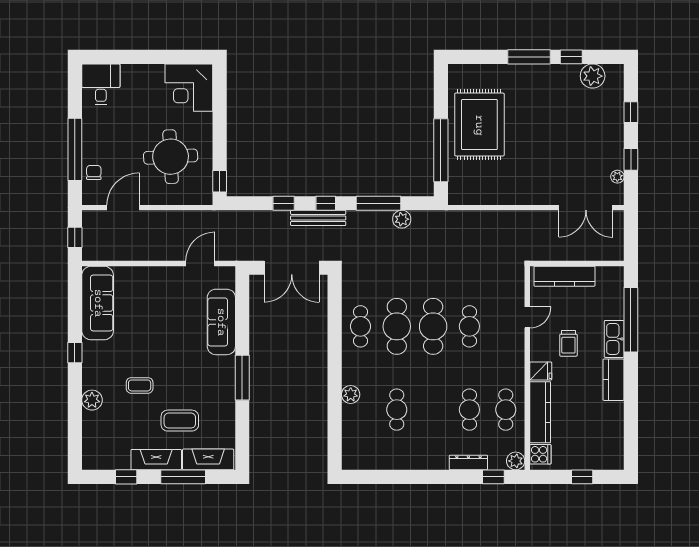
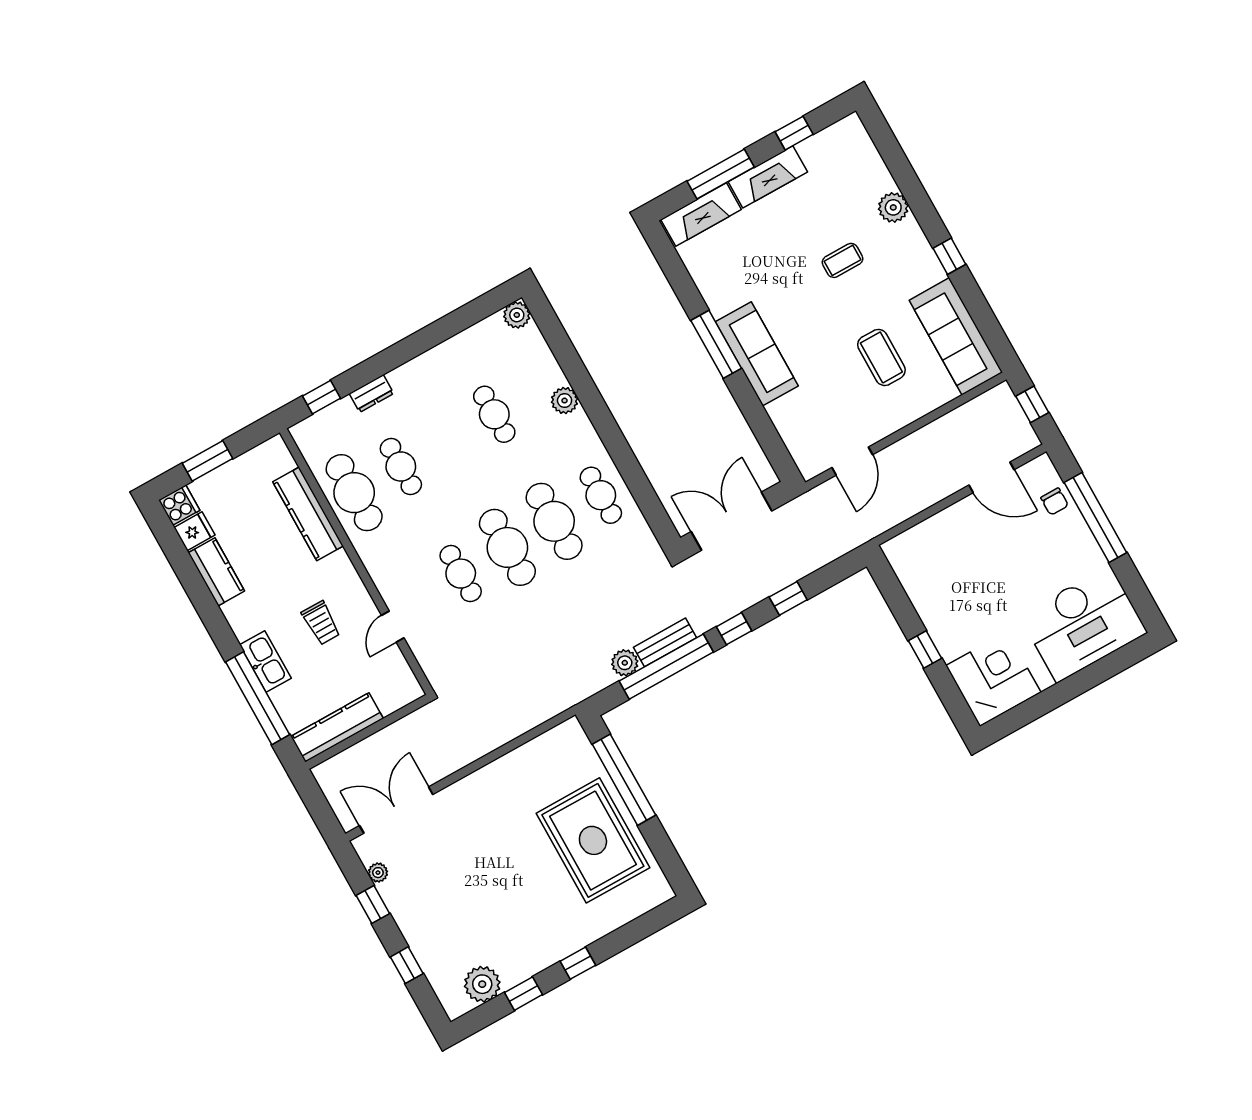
window: (529, 57) -> (578, 963), width x0.46
desk: (101, 84) -> (1083, 624), width x1.87, depth x1.30
round table: (171, 157) -> (967, 577), removed
window: (220, 181) -> (925, 650), moved
window: (378, 203) -> (666, 667), width x1.46
door: (123, 208) -> (992, 477), hinge flipped
bench: (318, 218) -> (665, 642), moved, width x0.73
kitchen counter: (564, 276) -> (337, 727), moved
sofa: (221, 322) -> (757, 354), moved
trolley: (568, 343) -> (321, 623), turned 180
fridge: (541, 371) -> (194, 531), moved, turned 180
kitchen counter: (614, 380) -> (216, 572), moved
cafe table: (506, 410) -> (354, 493), width x1.37, depth x1.35
coffee table: (180, 421) -> (881, 357), moved, turned 90
cooker: (540, 454) -> (179, 505), moved, turned 180
plant: (516, 461) -> (517, 315), moved
dresser: (468, 463) -> (371, 394), width x0.70
window: (582, 477) -> (207, 461), width x1.50

